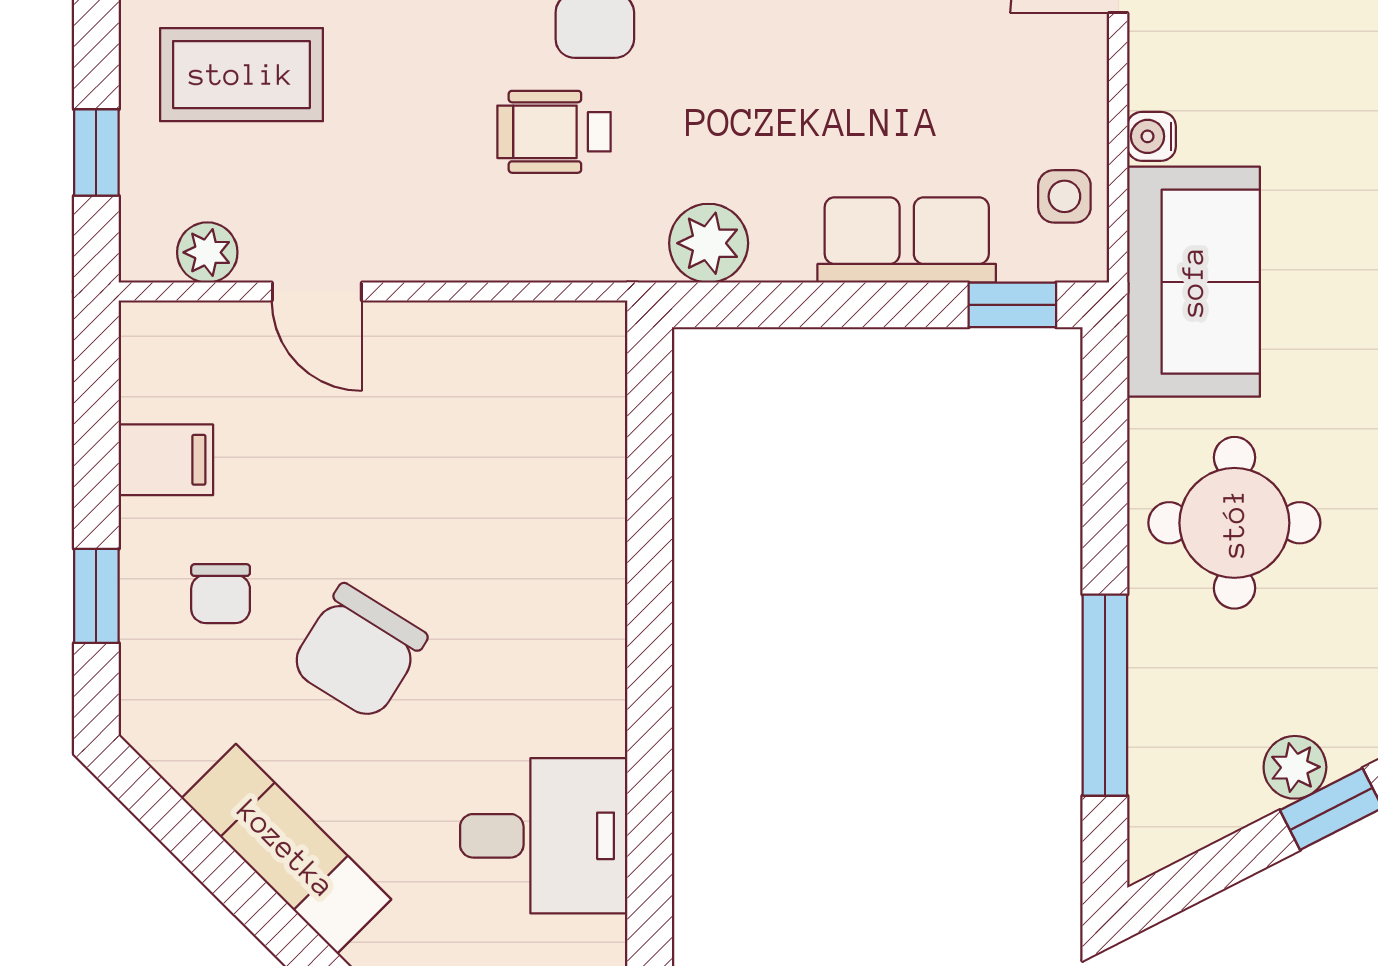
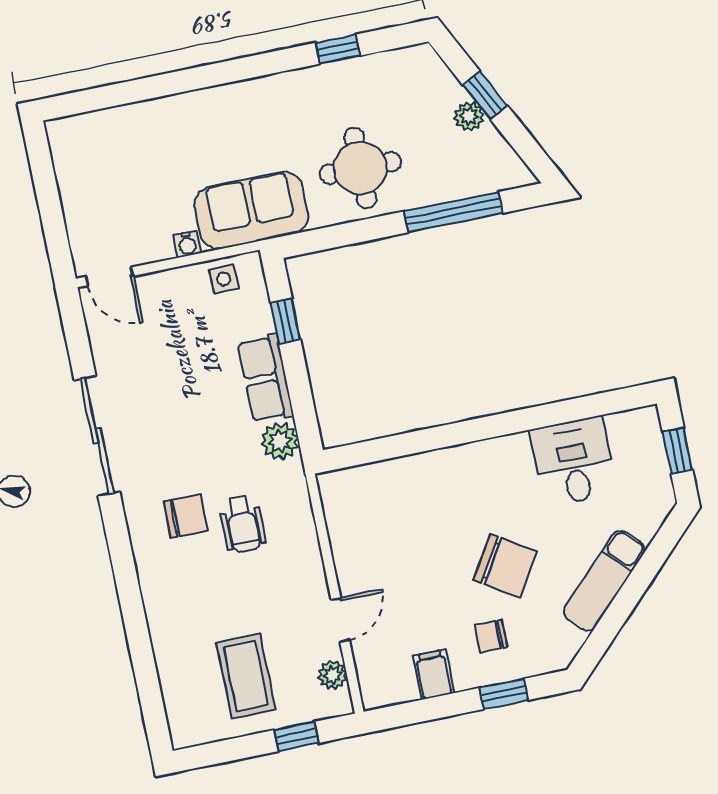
row of seats: (907, 240) -> (266, 378), moved
window: (1012, 305) -> (285, 321), moved
chair: (221, 594) -> (491, 636), turned 180

